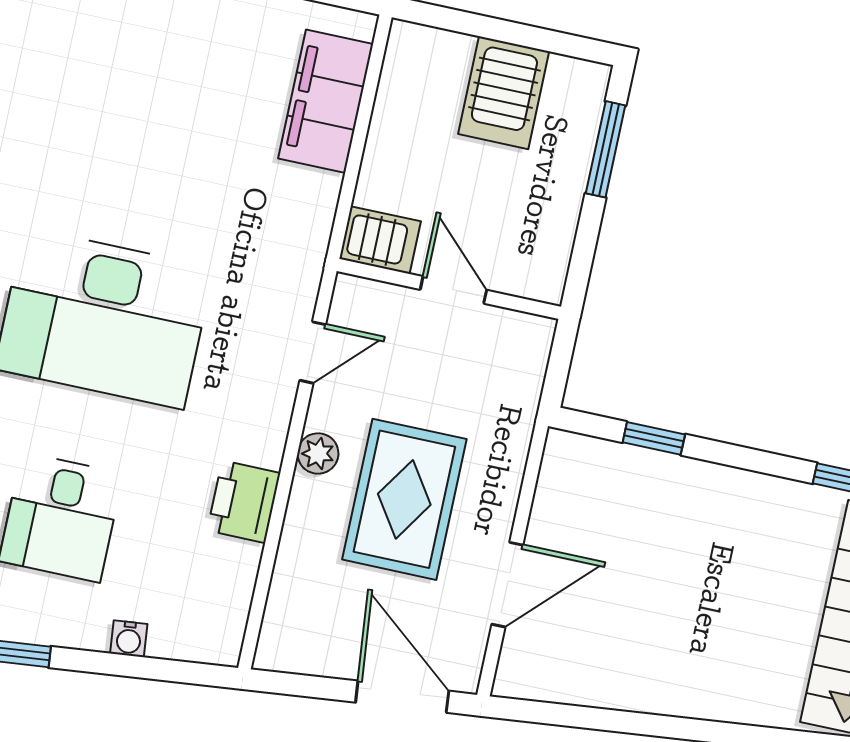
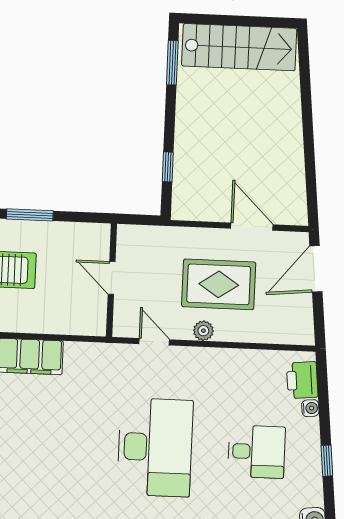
server rack: (380, 240) -> (93, 318), removed
door: (453, 290) -> (112, 278), hinge flipped
printer: (244, 502) -> (302, 380), moved, turned 84

